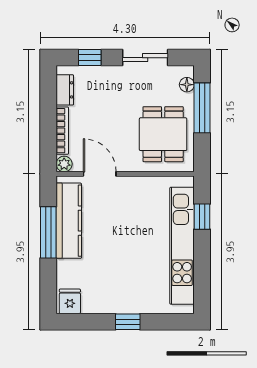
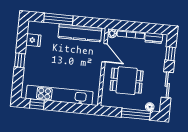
dining table: (163, 134) -> (127, 81), moved
door: (100, 174) -> (104, 53), hinge flipped
window: (202, 217) -> (37, 104), moved
window: (48, 232) -> (58, 19), moved
fridge: (70, 301) -> (33, 40), moved

